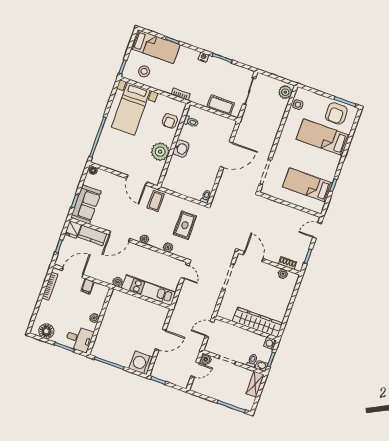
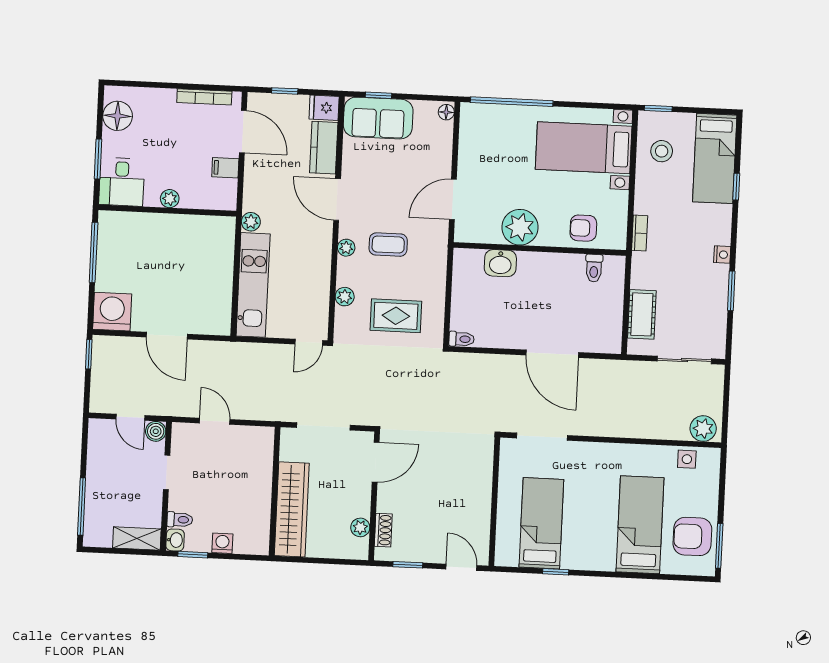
washbasin: (181, 149) -> (500, 263), moved
coffee table: (156, 201) -> (388, 245), moved
wardrobe: (257, 322) -> (292, 509), moved
wall: (246, 328) -> (275, 491), moved

